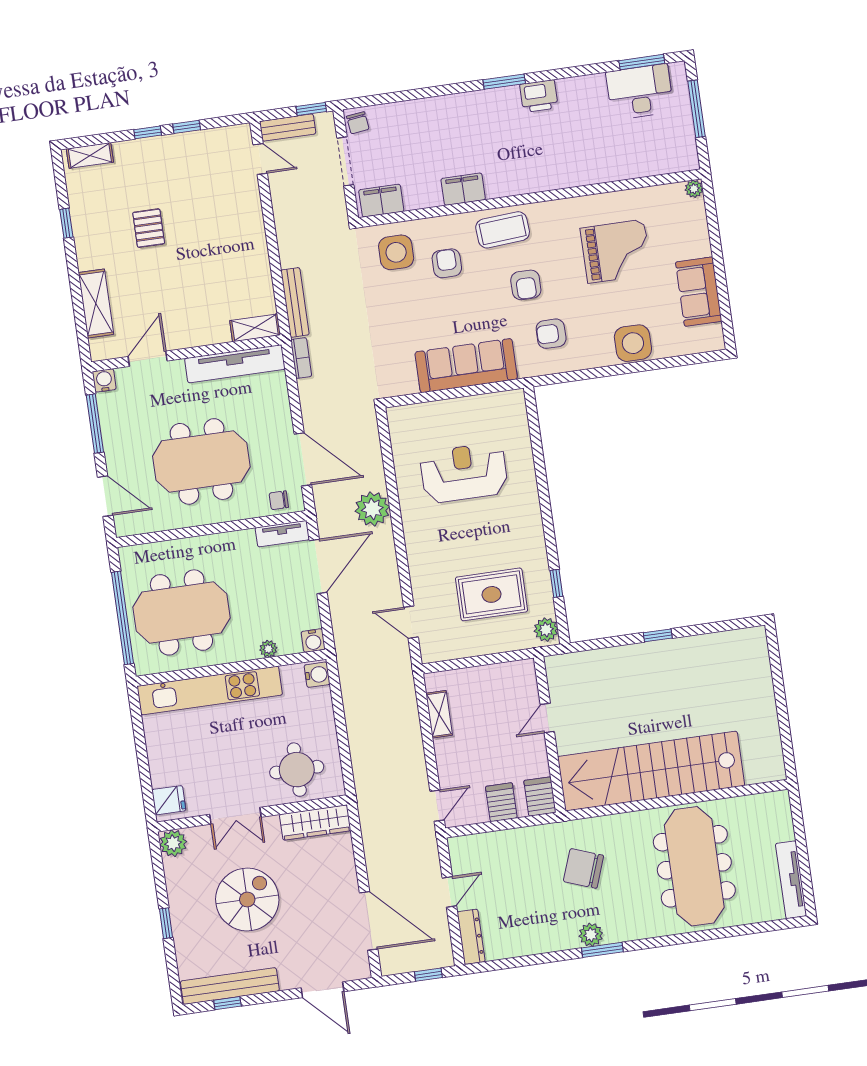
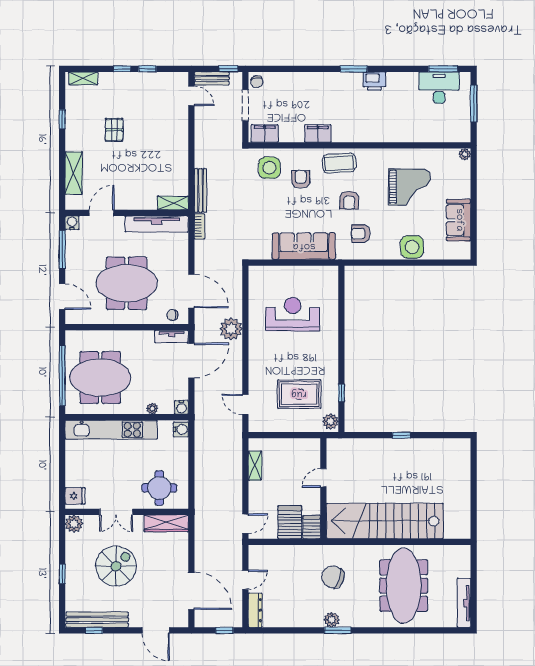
server rack: (501, 802) -> (290, 522), width x1.36, depth x1.44

